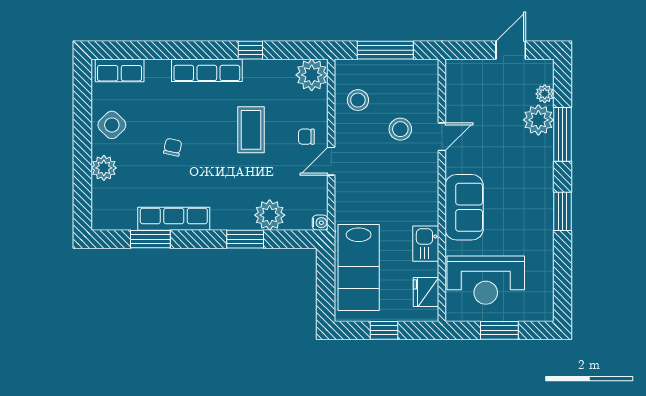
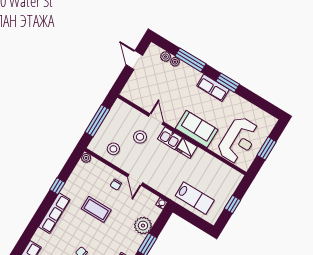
plant: (312, 75) -> (86, 158), width x0.53, depth x0.53
plant: (538, 120) -> (175, 62), width x0.53, depth x0.53
row of seats: (541, 194) -> (213, 88), added
kitchen sink: (426, 244) -> (170, 138), moved
lab bench: (359, 268) -> (195, 198), width x0.73, depth x0.72
fridge: (426, 292) -> (186, 148), moved

